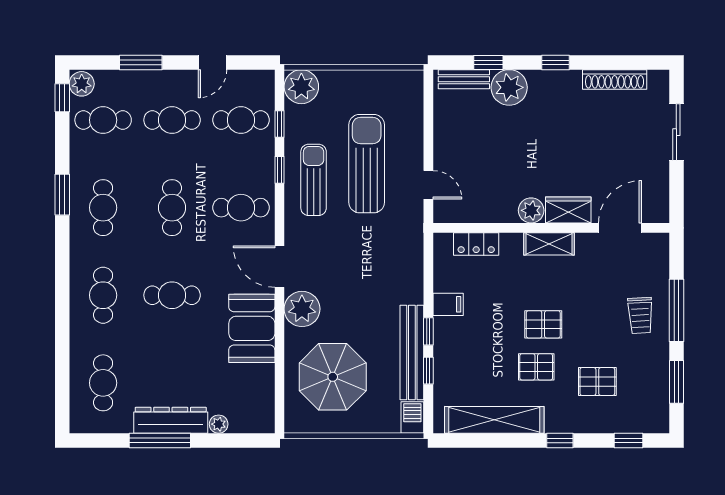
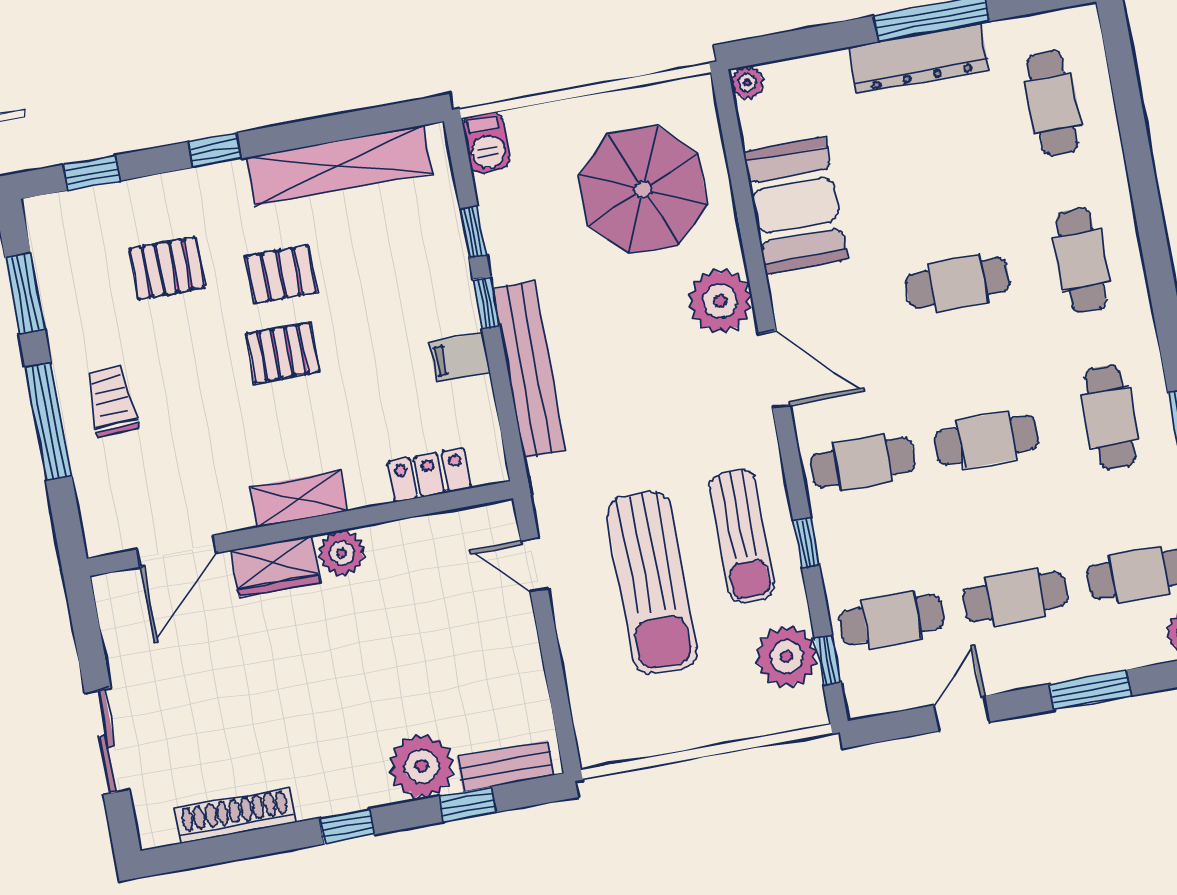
plant: (301, 87) -> (787, 657), moved
window: (280, 124) -> (828, 660), moved
cafe table: (172, 208) -> (986, 440), turned 90
booth: (252, 328) -> (795, 205), moved
bench: (412, 352) -> (529, 370), moved
plant: (219, 424) -> (747, 82), moved

